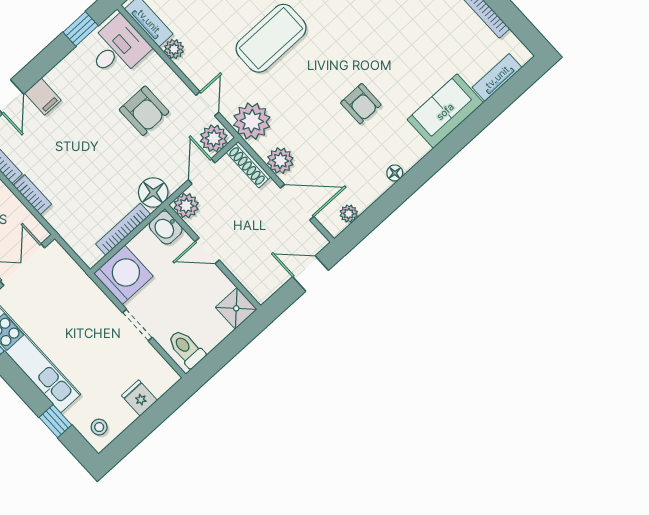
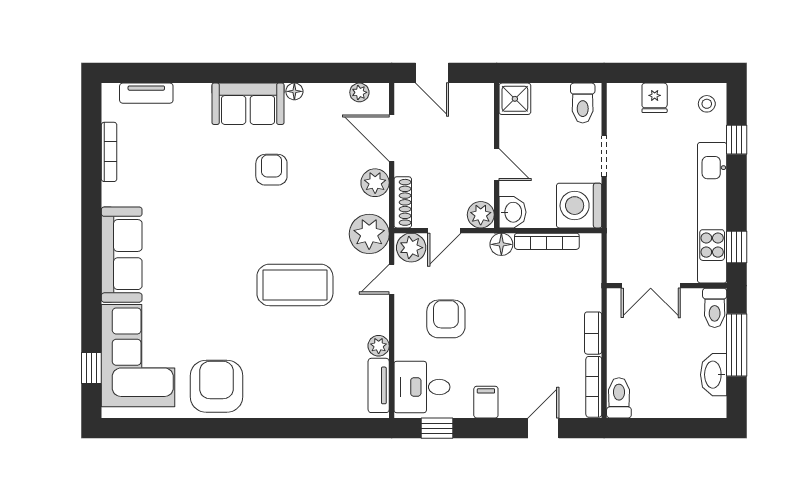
filing cabinet: (43, 97) -> (486, 402), moved
sofa: (445, 111) -> (248, 104), moved
floor lamp: (153, 192) -> (501, 244), width x0.73, depth x0.73

